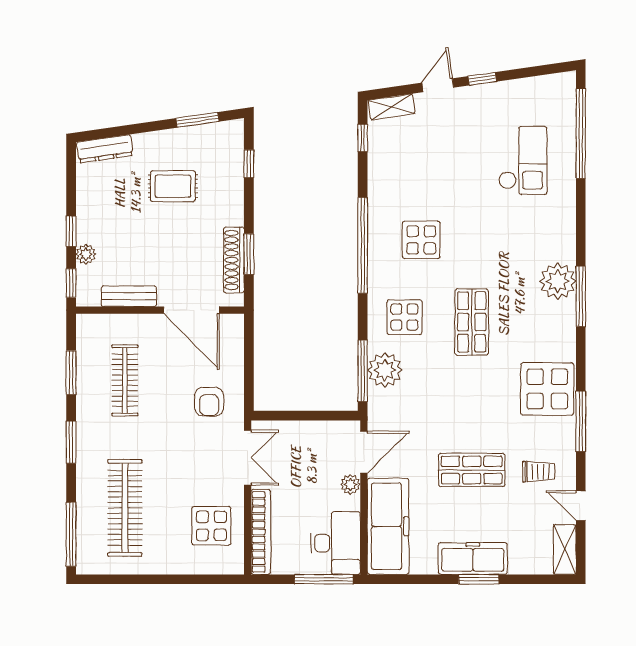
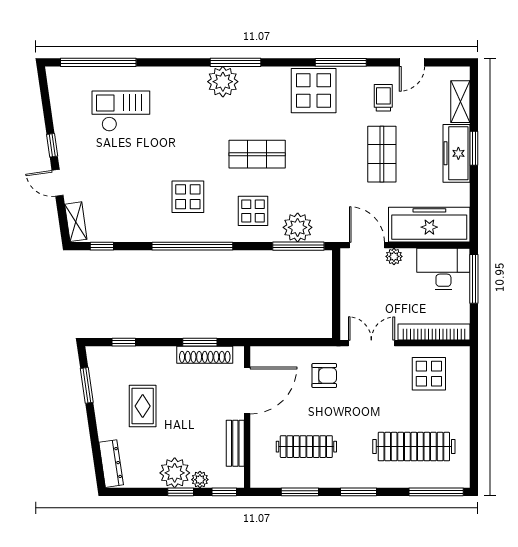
plant: (94, 224) -> (175, 473), added
shelving: (565, 549) -> (460, 102), moved, turned 90

